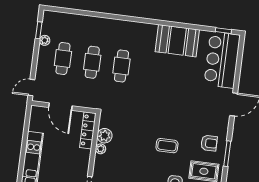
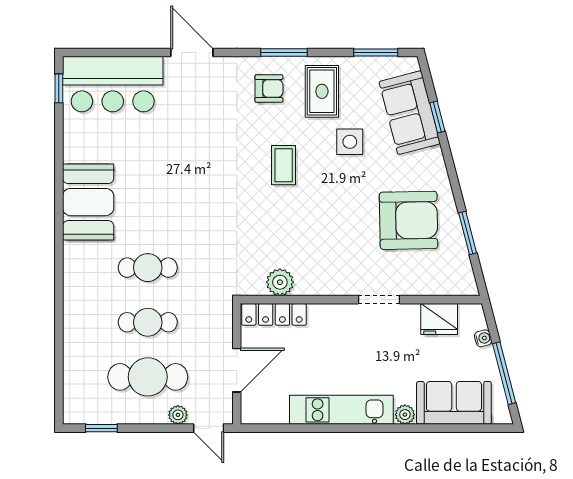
plant: (45, 40) -> (178, 415), moved
booth: (177, 41) -> (88, 202), moved
cafe table: (63, 58) -> (148, 377), width x1.37, depth x1.35
armchair: (209, 143) -> (269, 88), turned 90
plant: (101, 149) -> (305, 287), removed

